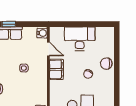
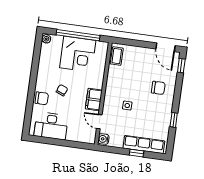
desk: (80, 39) -> (51, 126), moved

